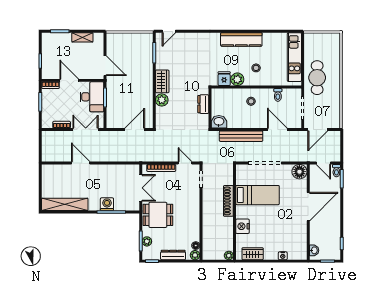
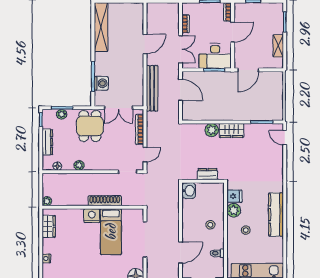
door: (135, 129) -> (180, 90), moved
bench: (241, 136) -> (152, 88), moved
washing machine: (107, 204) -> (101, 83), moved
nightstand: (242, 226) -> (92, 216), moved
plant: (195, 255) -> (79, 165), moved

